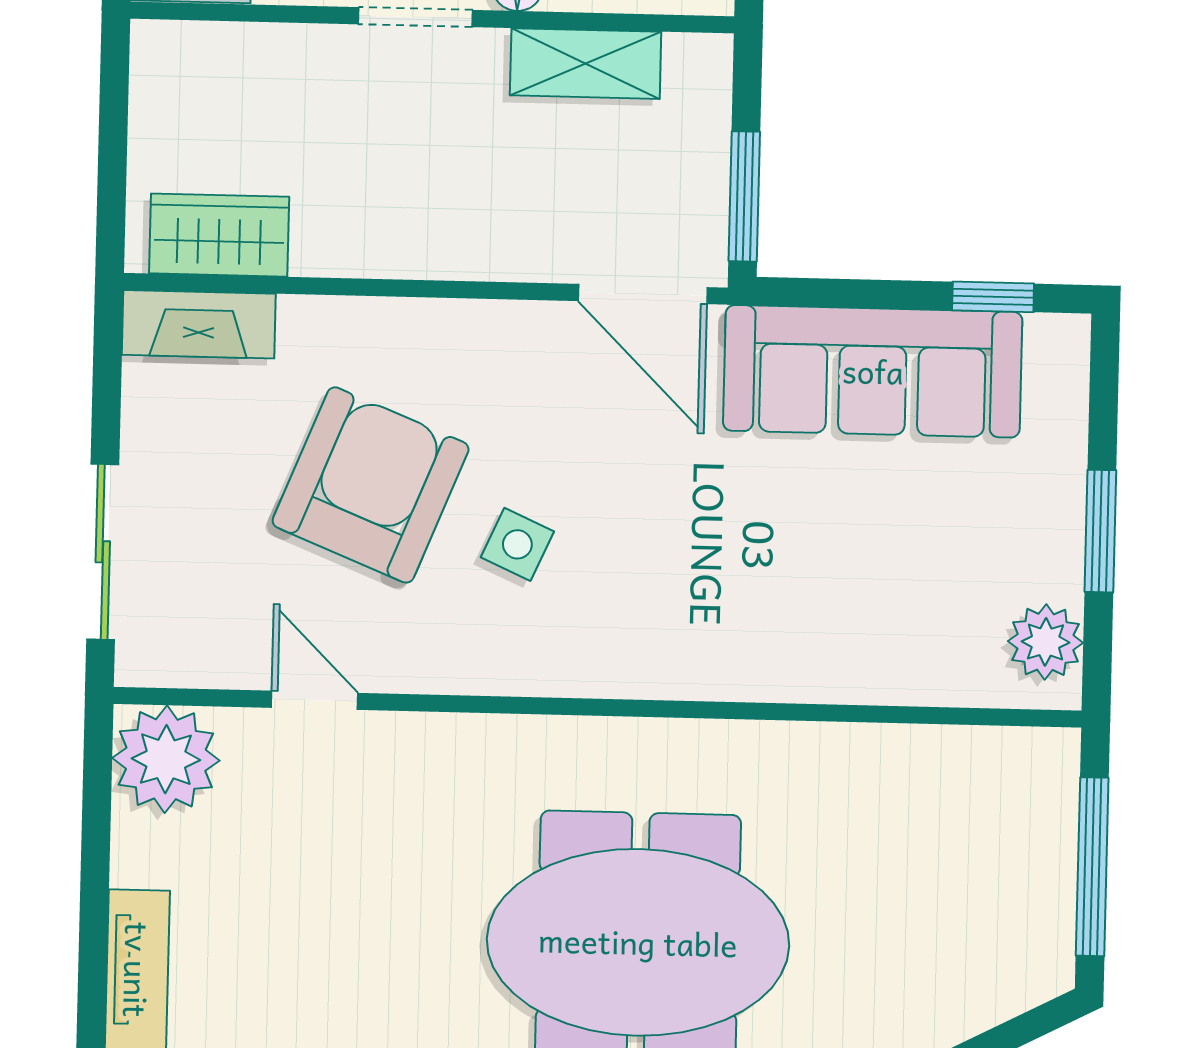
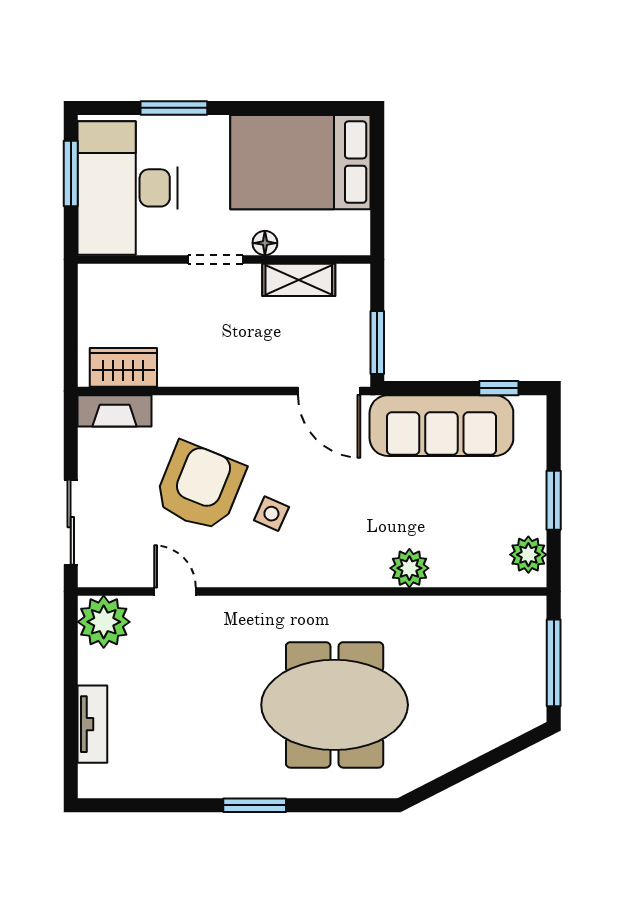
plant: (799, 664) -> (409, 568), added

